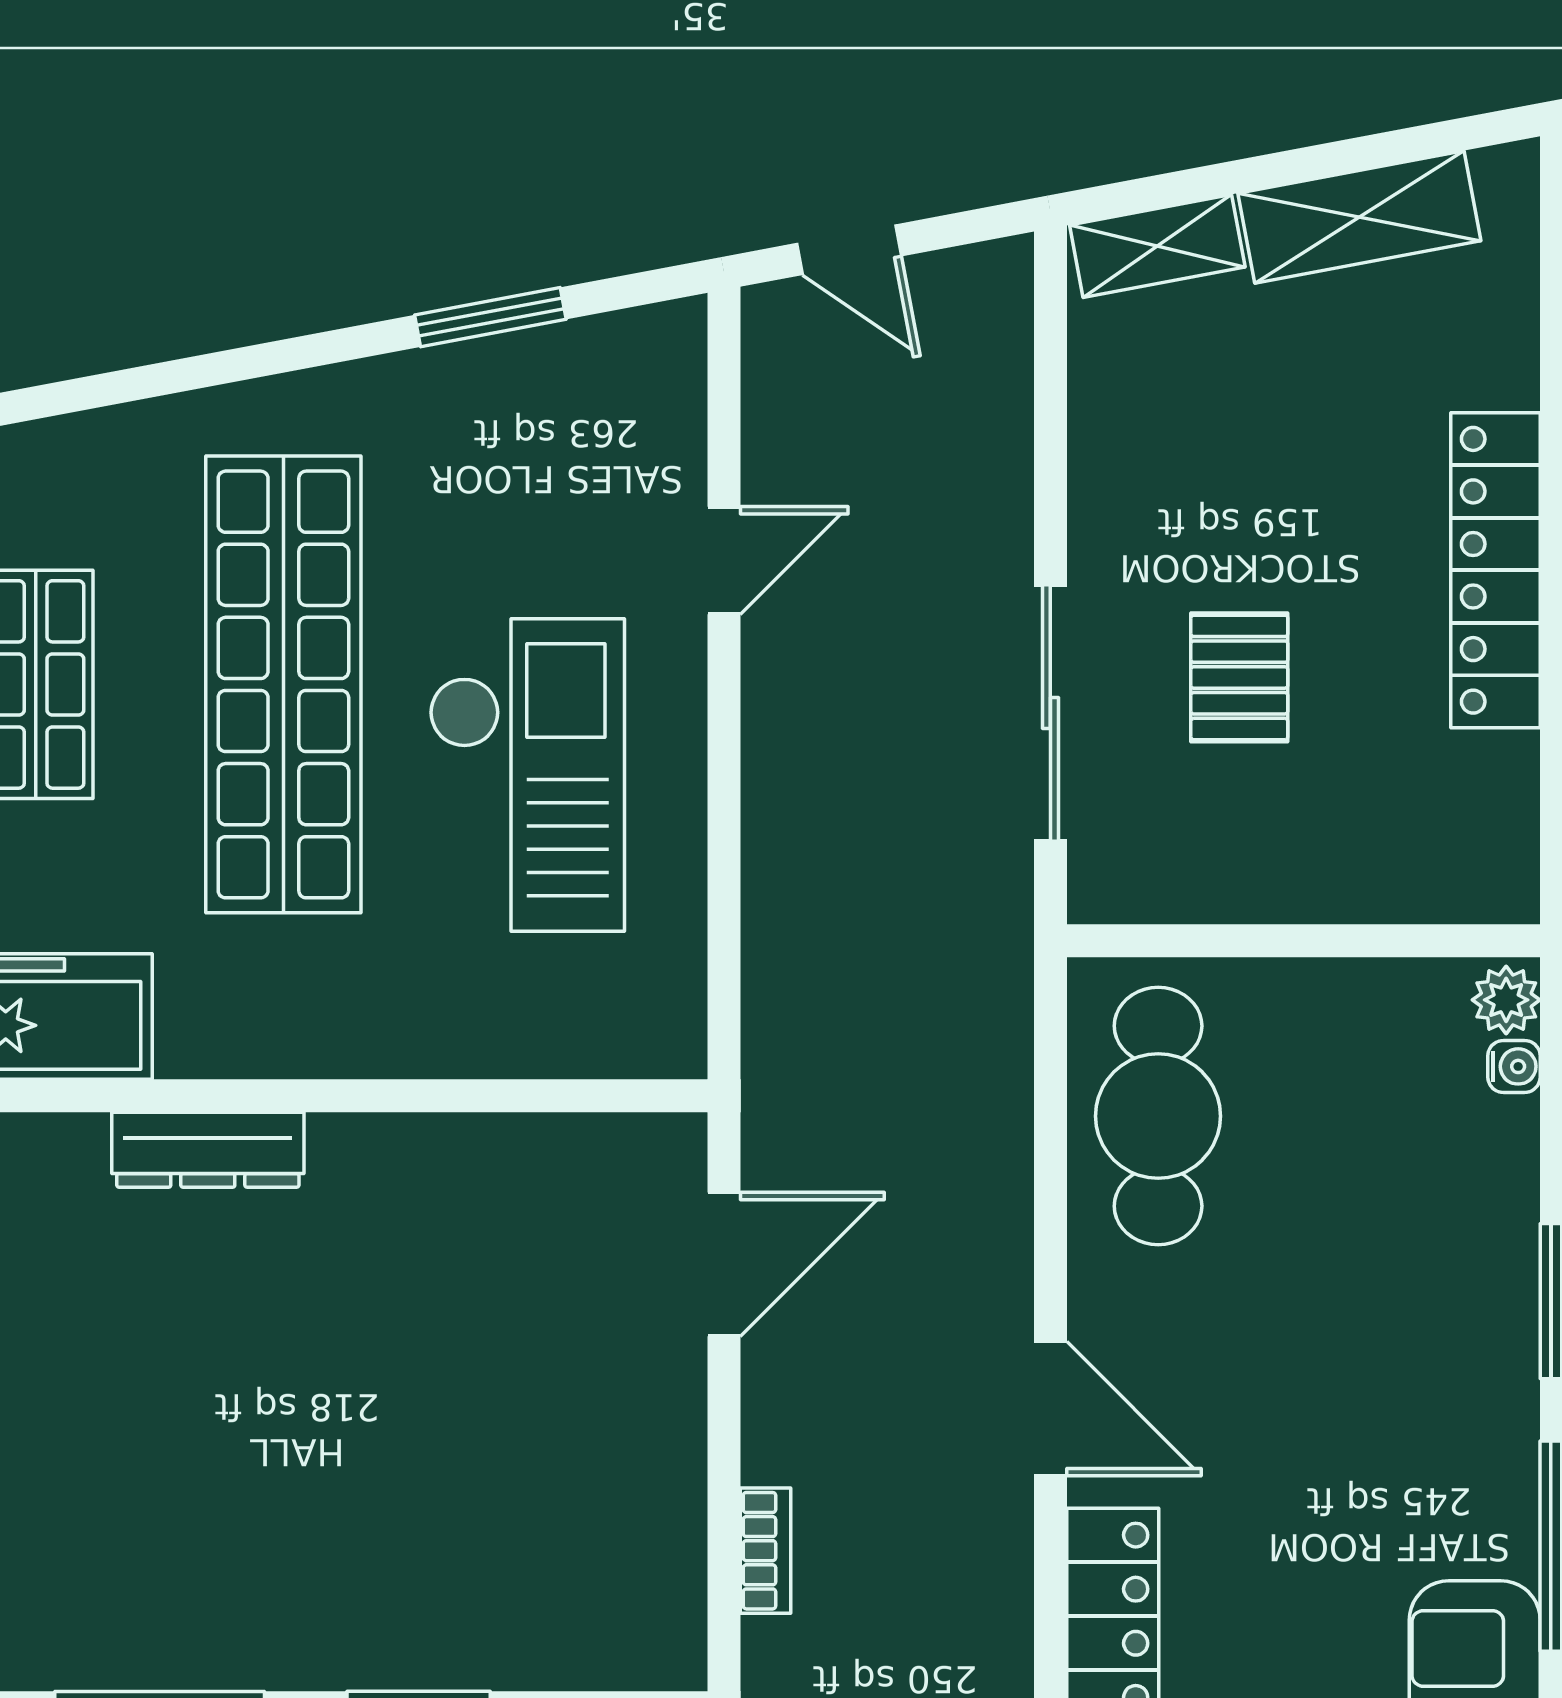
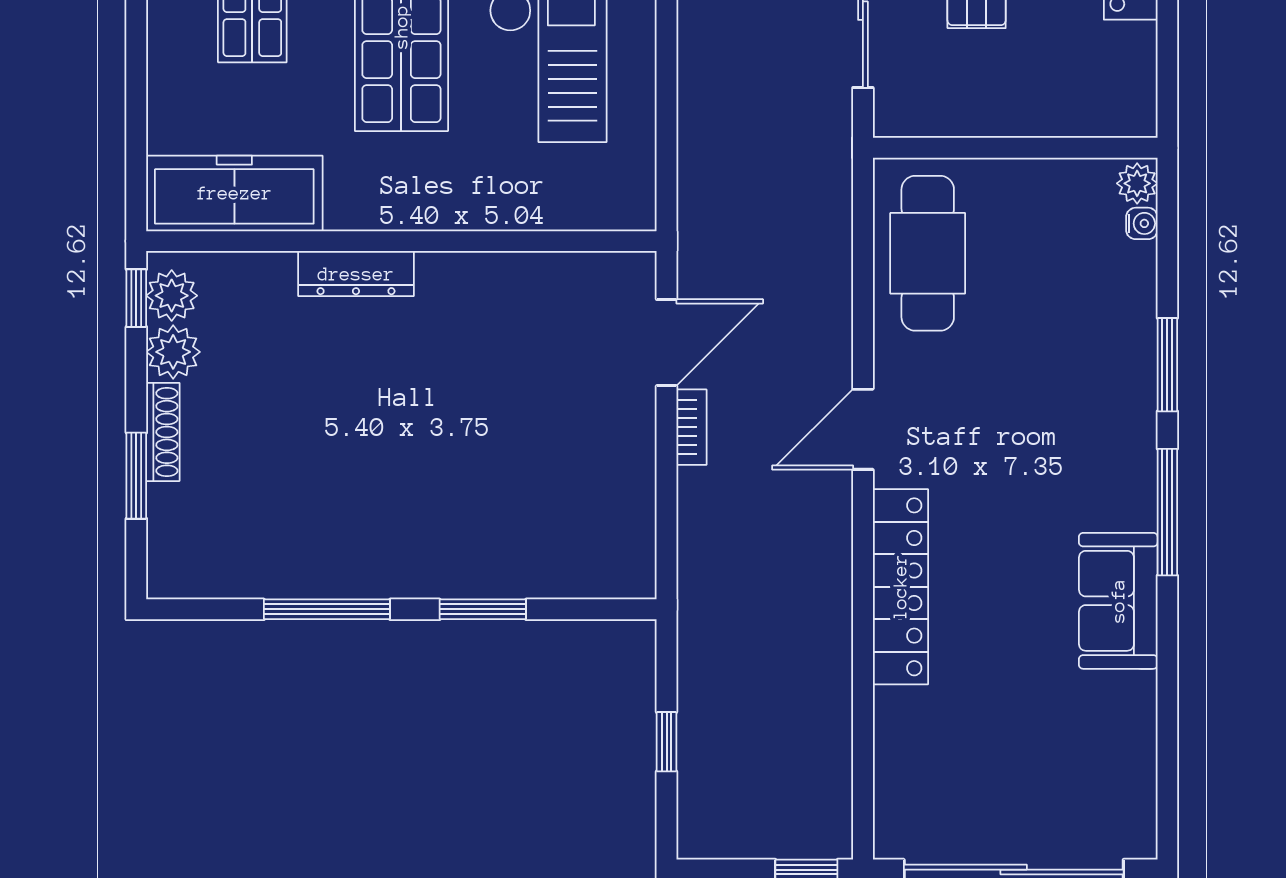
door: (1050, 1409) -> (863, 429), swing flipped
bookcase: (765, 1551) -> (691, 427), moved

